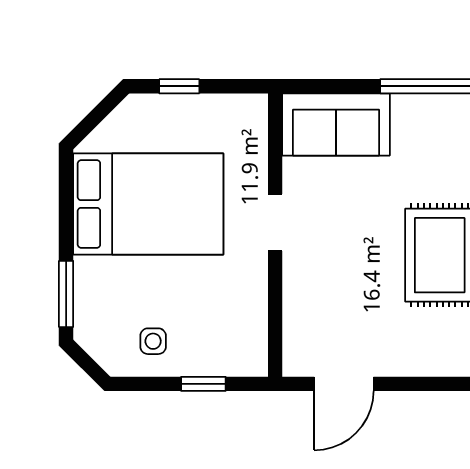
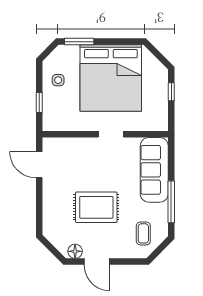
sofa: (336, 124) -> (154, 170), width x1.36
bed: (148, 204) -> (111, 78), width x1.36

